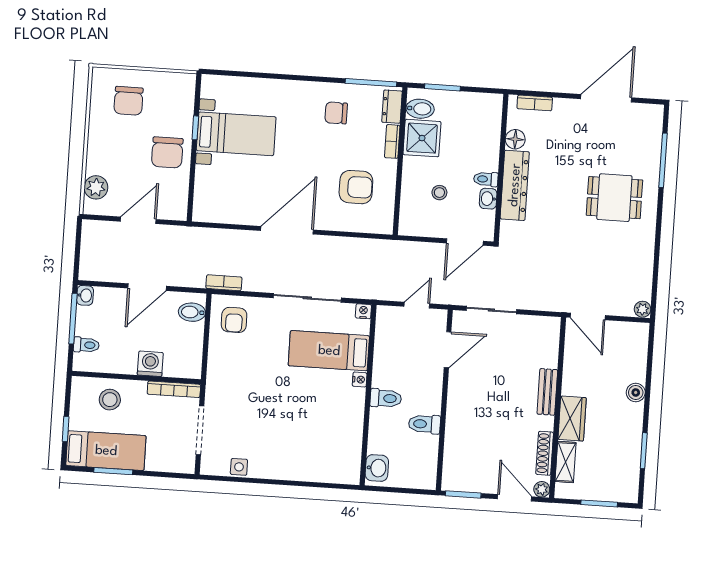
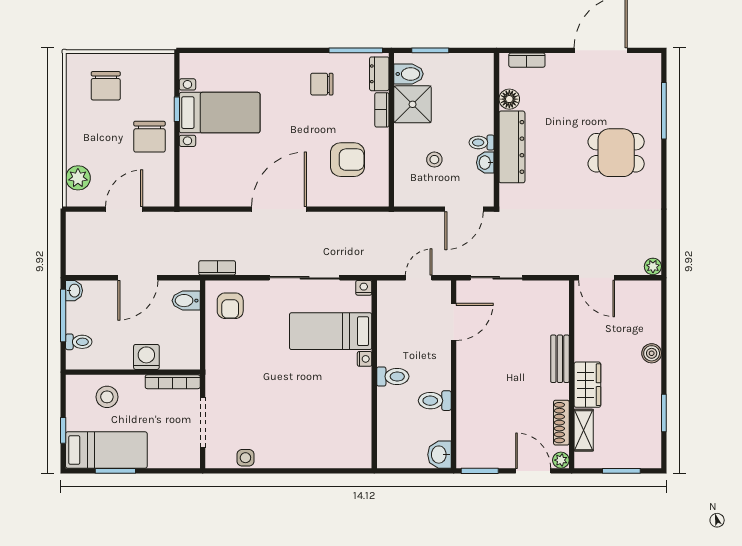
washbasin: (377, 468) -> (439, 455), moved, turned 180

